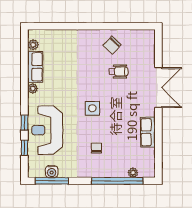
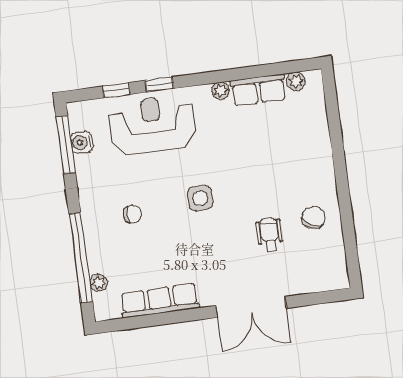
chair: (112, 45) -> (314, 218), turned 69
wheelchair: (118, 72) -> (270, 235), turned 180
row of seats: (148, 132) -> (159, 301), width x1.48

